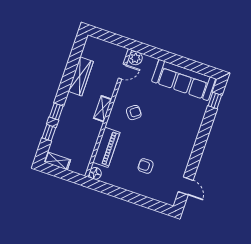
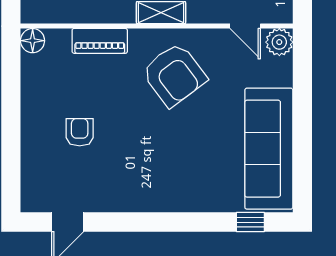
armchair: (134, 113) -> (174, 75), width x1.88, depth x1.88
piano: (106, 147) -> (100, 41), width x0.73, depth x0.75

